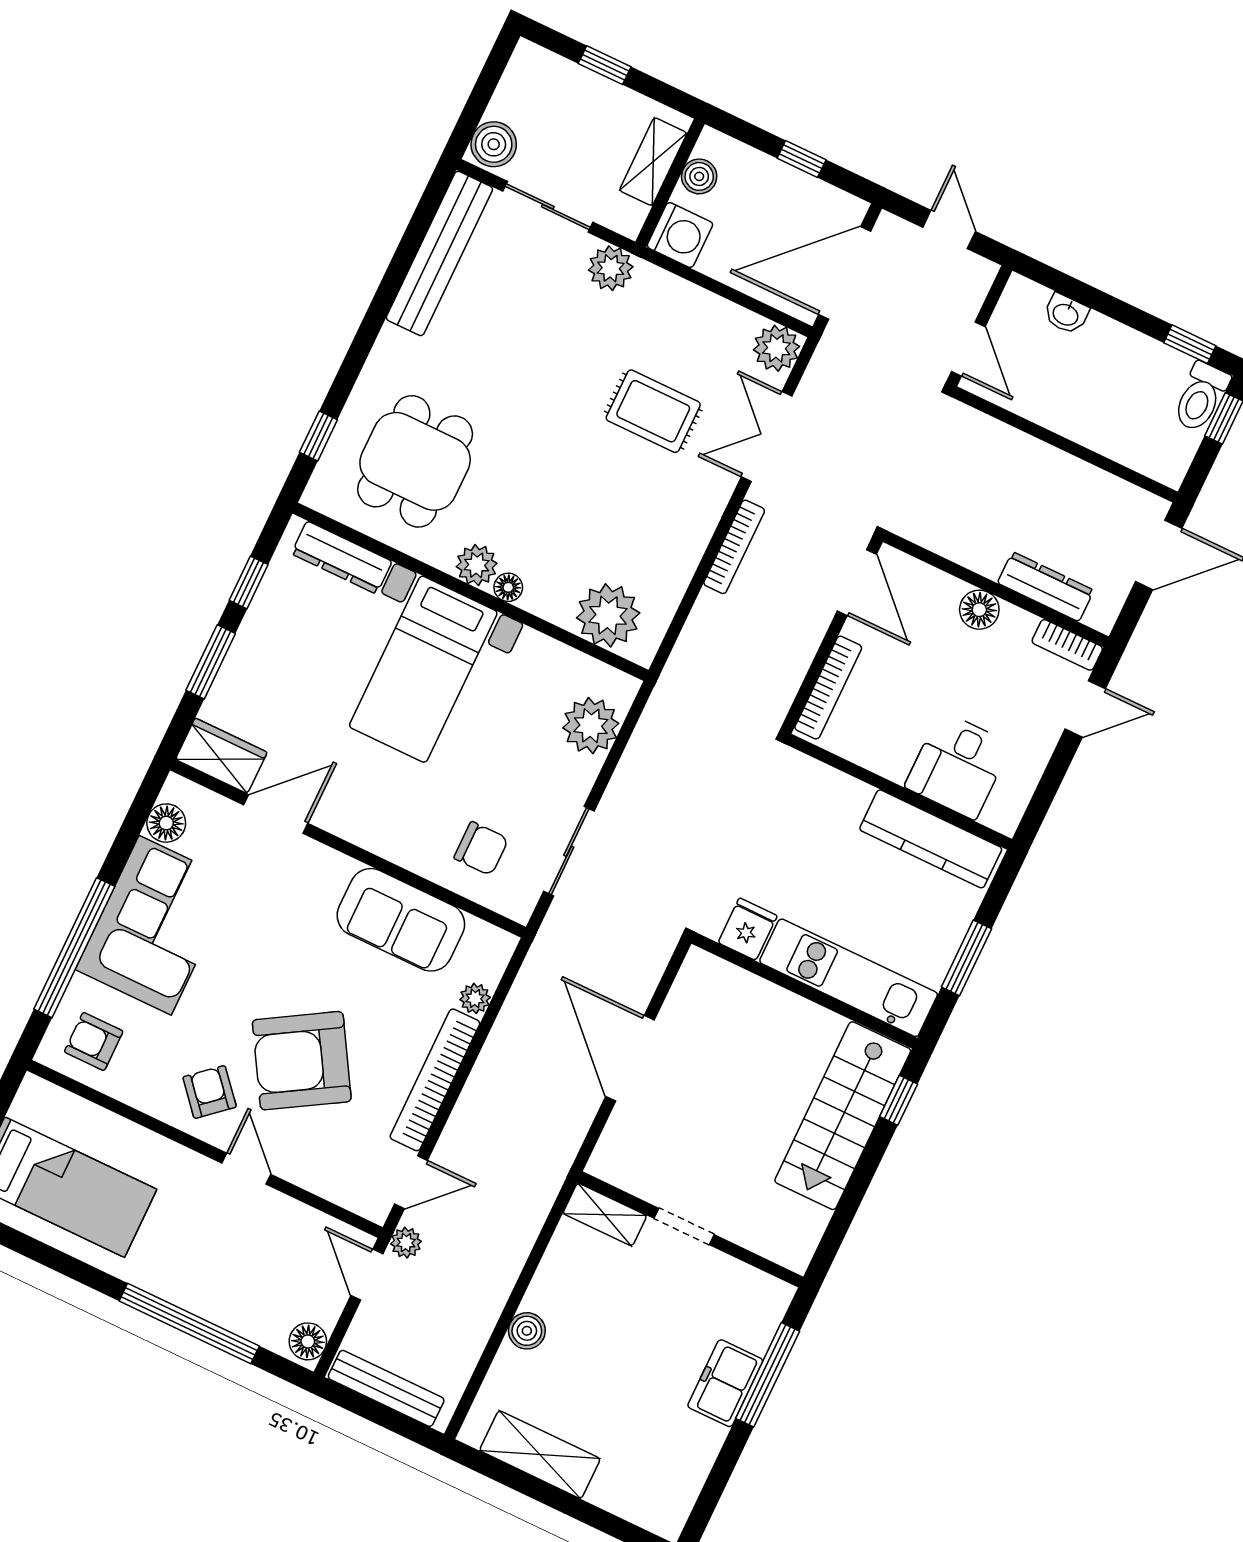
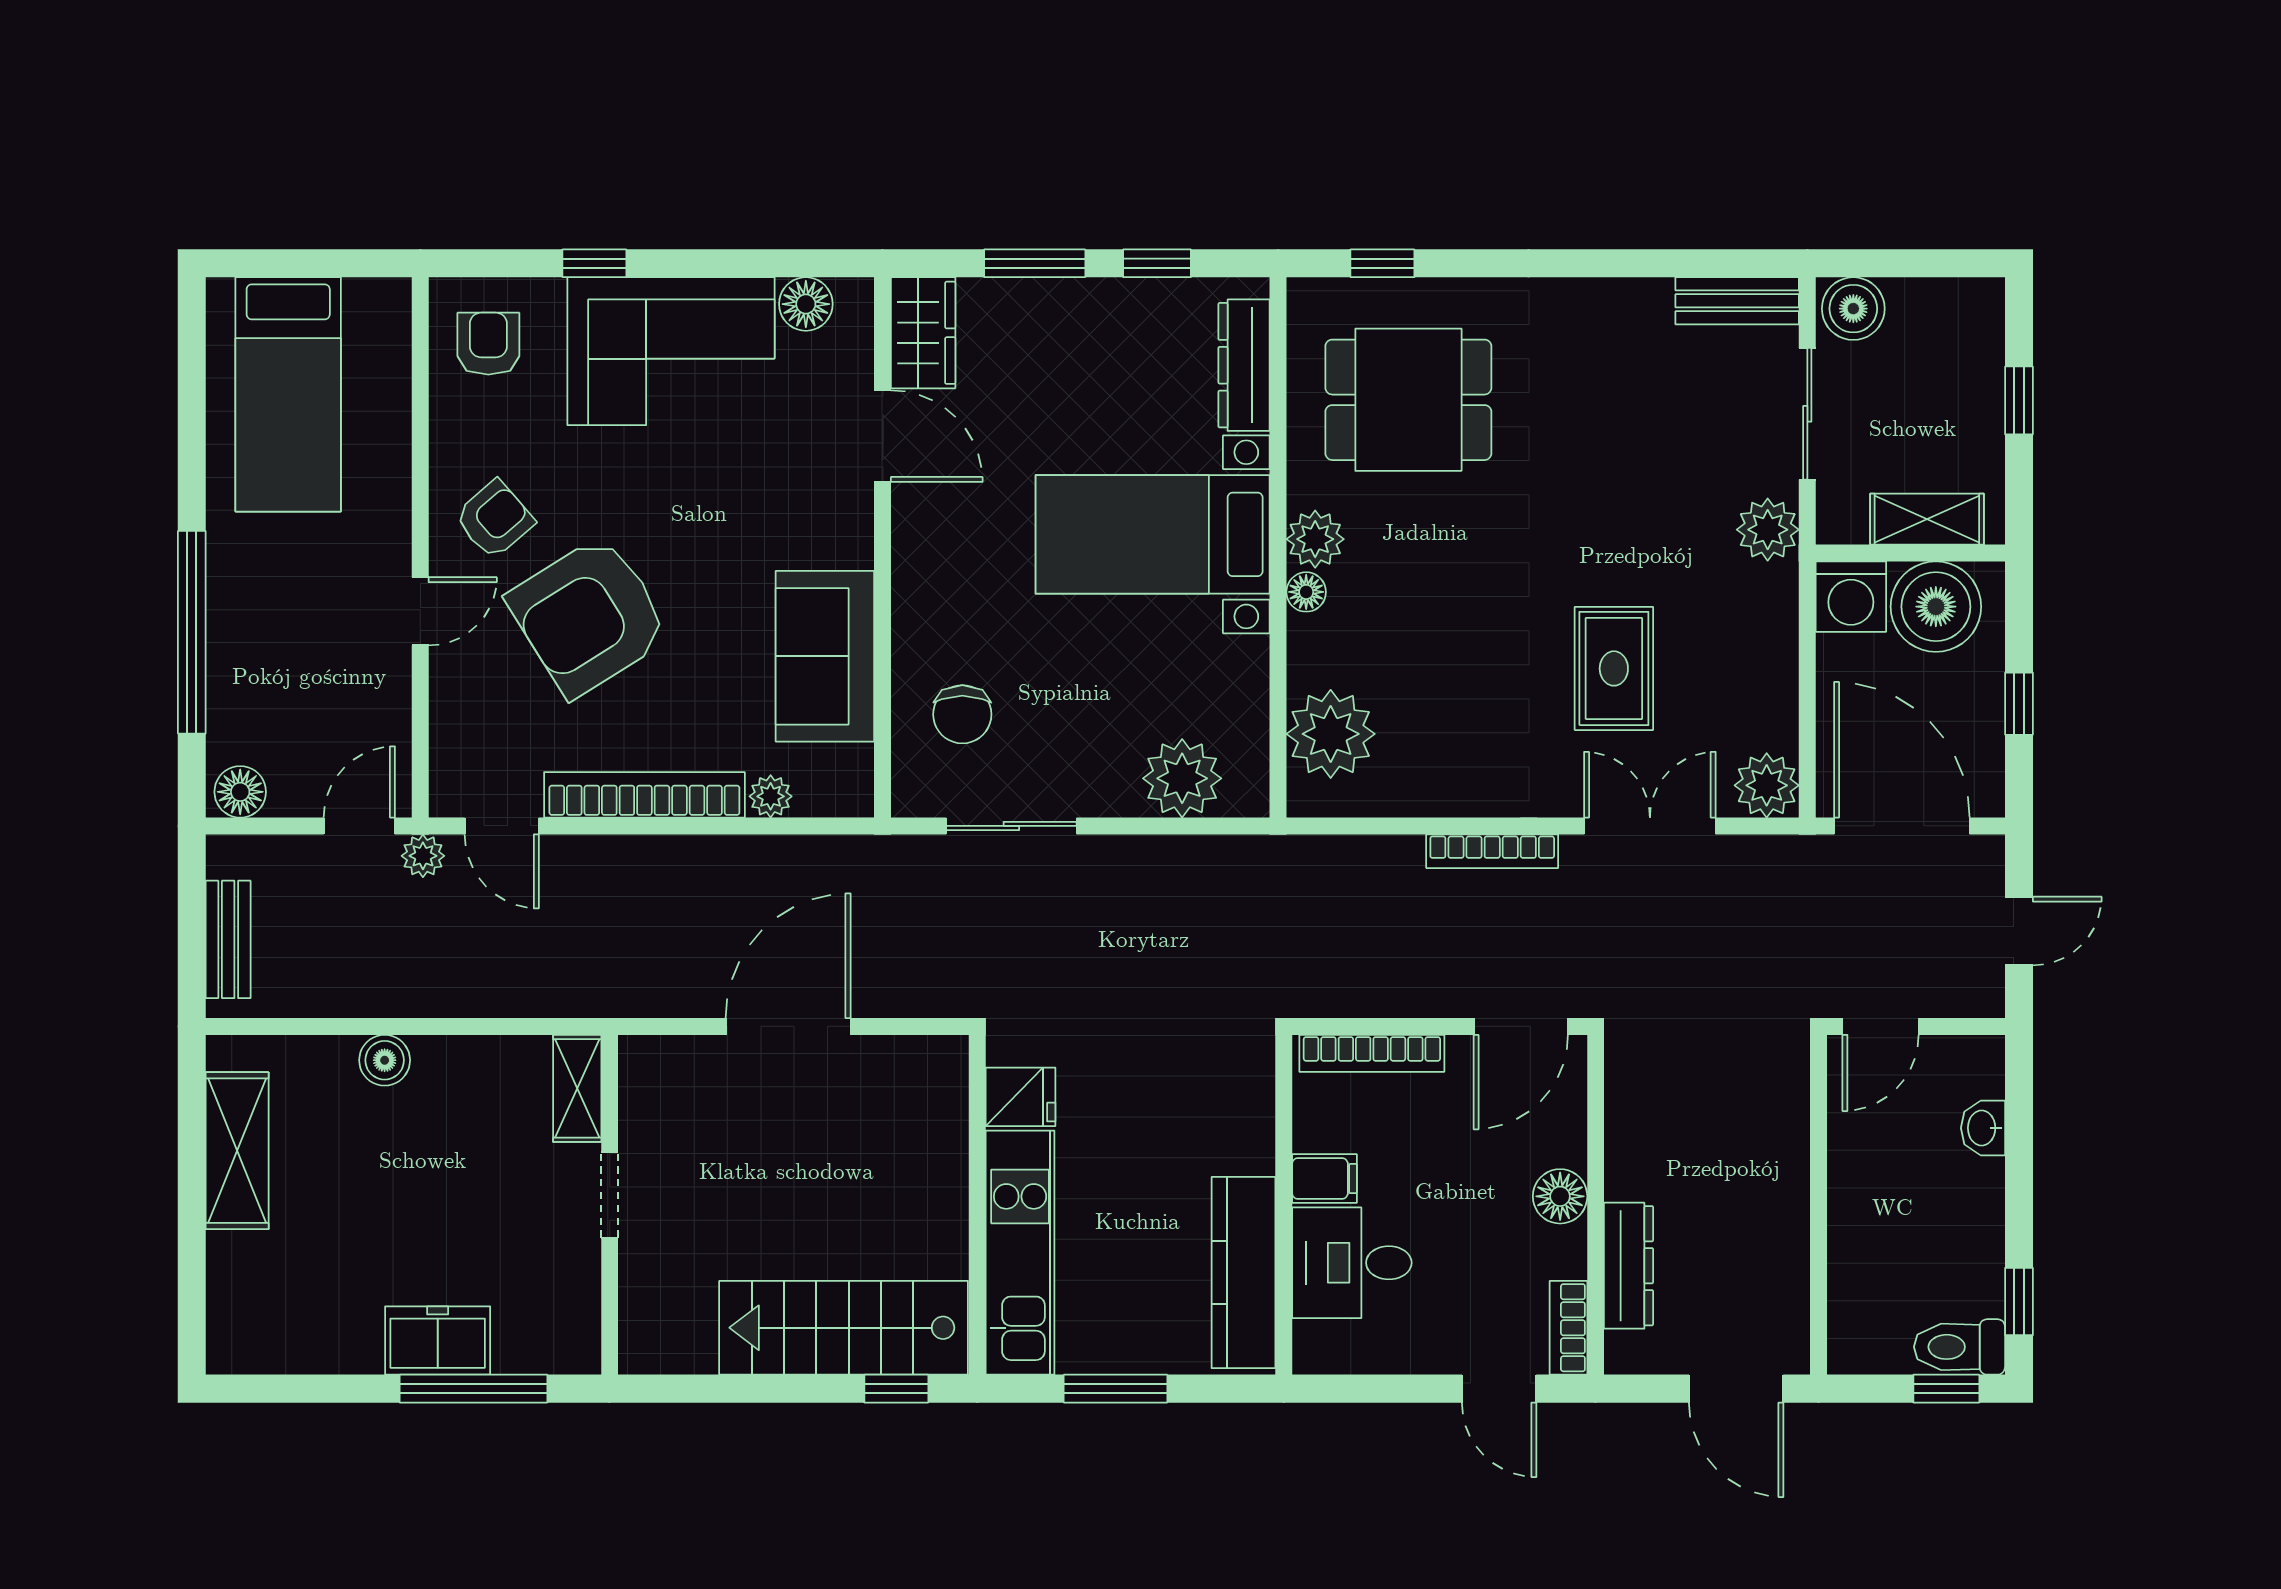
boiler: (699, 176) -> (1936, 607), width x1.86, depth x1.86
bench: (439, 253) -> (1737, 301), width x0.54, depth x0.82
filing cabinet: (895, 757) -> (1324, 1179), added
window: (74, 948) -> (594, 263), width x0.32
armchair: (302, 1061) -> (589, 616), turned -91
bench: (386, 1388) -> (228, 939), width x0.73

